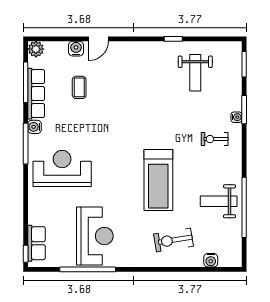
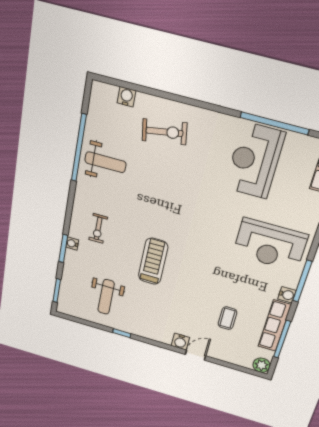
water cooler: (76, 49) -> (180, 342), moved
weight bench: (195, 73) -> (106, 297), turned 180
exercise bike: (215, 139) -> (98, 228), turned 90
treadmill: (158, 180) -> (153, 261), moved, width x0.73, depth x0.73

